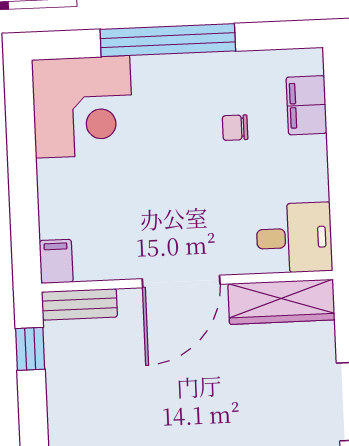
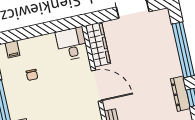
filing cabinet: (306, 105) -> (12, 49), width x0.50

